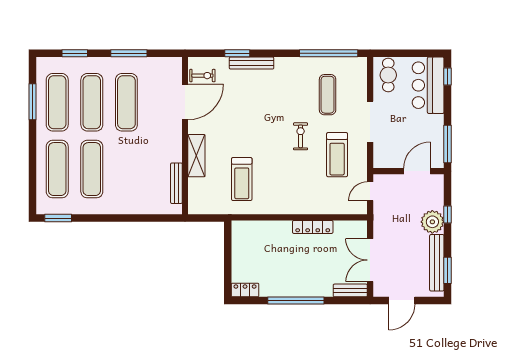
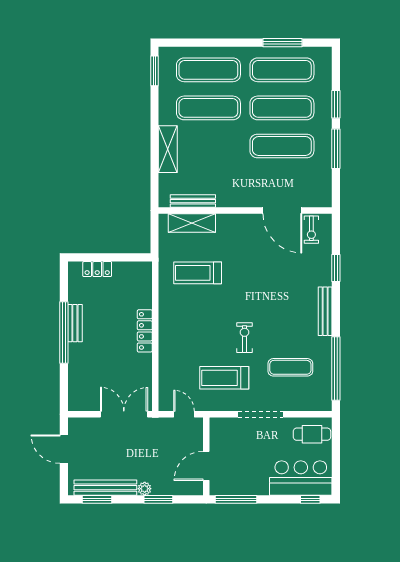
window: (75, 53) -> (336, 104), moved
bench: (252, 63) -> (325, 311), moved
exercise bike: (301, 136) -> (244, 338), turned -90
shelving: (196, 156) -> (192, 223), moved
door: (417, 171) -> (206, 466), swing flipped
shelving: (129, 206) -> (168, 149), added
window: (447, 215) -> (158, 499), width x1.50
plant: (432, 222) -> (145, 489), width x0.53, depth x0.53
locker: (313, 227) -> (145, 331), moved
double door: (370, 260) -> (124, 414), moved
locker: (245, 290) -> (97, 269), moved, turned 90
bench: (350, 290) -> (75, 323), moved

